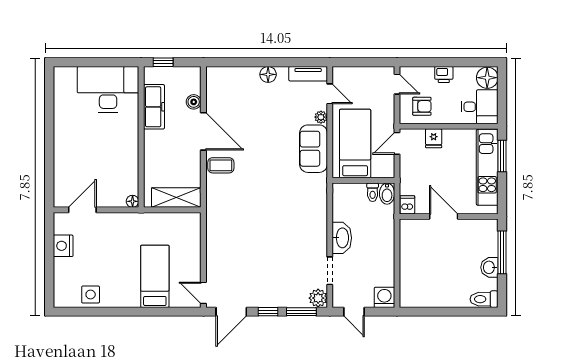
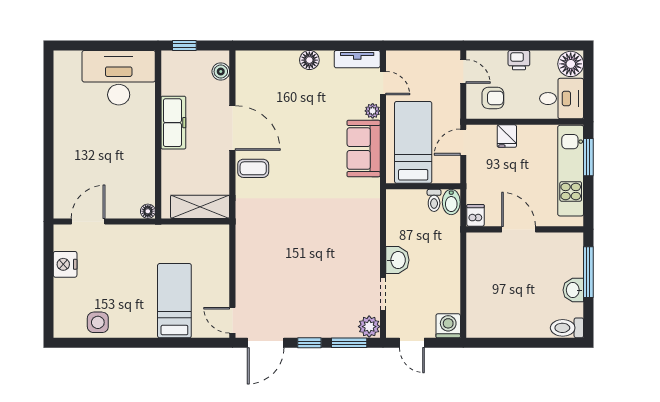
boiler: (194, 102) -> (221, 72), moved
freezer: (154, 107) -> (173, 123), moved
washbasin: (342, 238) -> (397, 260), width x0.72

